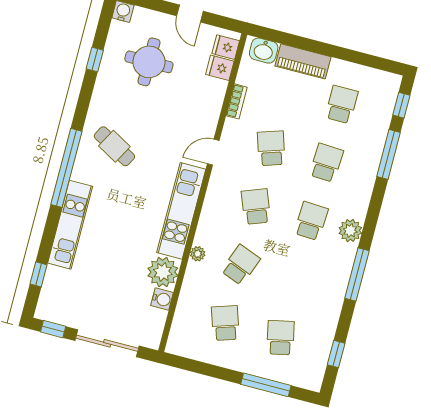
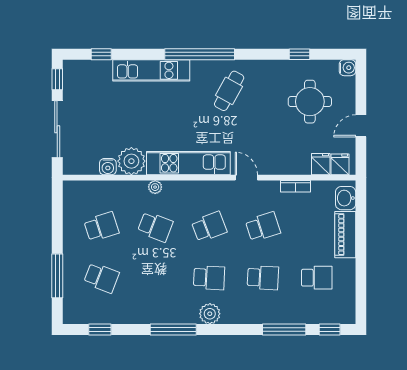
school desk: (281, 338) -> (101, 278), turned 33

